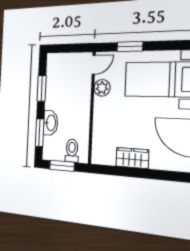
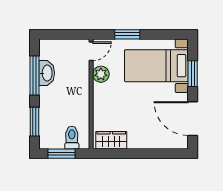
window: (42, 88) -> (34, 75), width x1.44
washbasin: (51, 123) -> (47, 73), moved
wardrobe: (132, 158) -> (111, 140), moved

